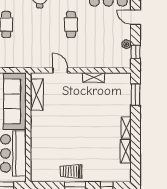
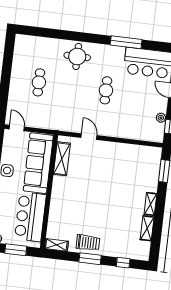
shelving: (94, 78) -> (56, 245), moved
trolley: (71, 171) -> (88, 243), turned 180

